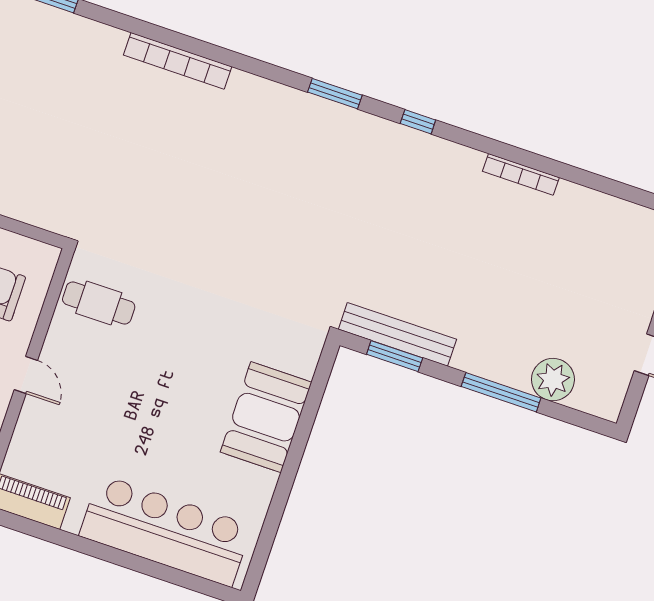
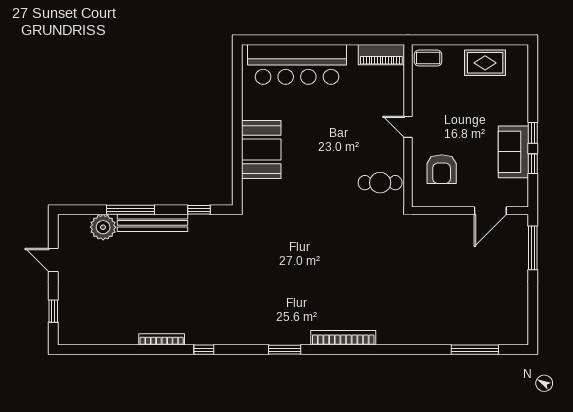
bookcase: (178, 61) -> (343, 338), moved
window: (418, 122) -> (204, 350), moved
bench: (397, 334) -> (153, 223), moved
window: (395, 356) -> (199, 210), width x0.67

